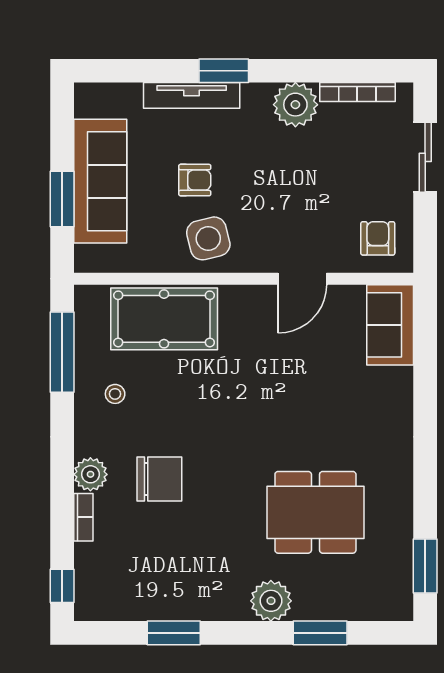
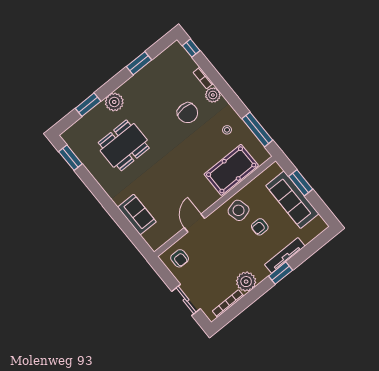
sofa: (390, 325) -> (137, 215), moved
chair: (159, 479) -> (188, 113), turned -90

